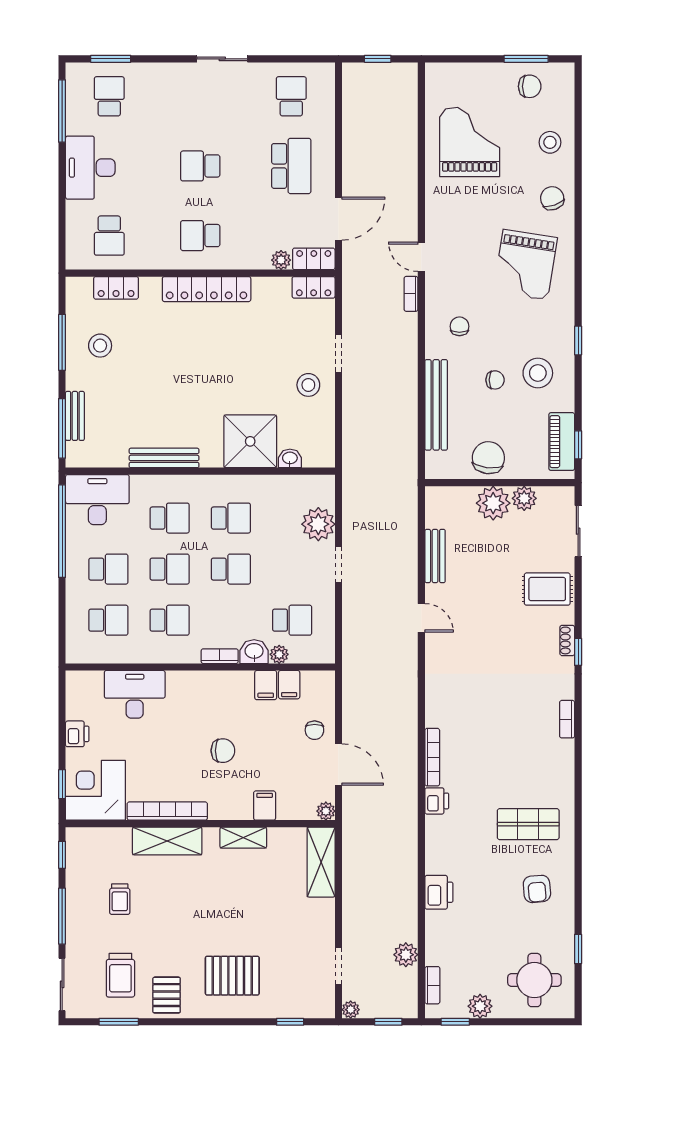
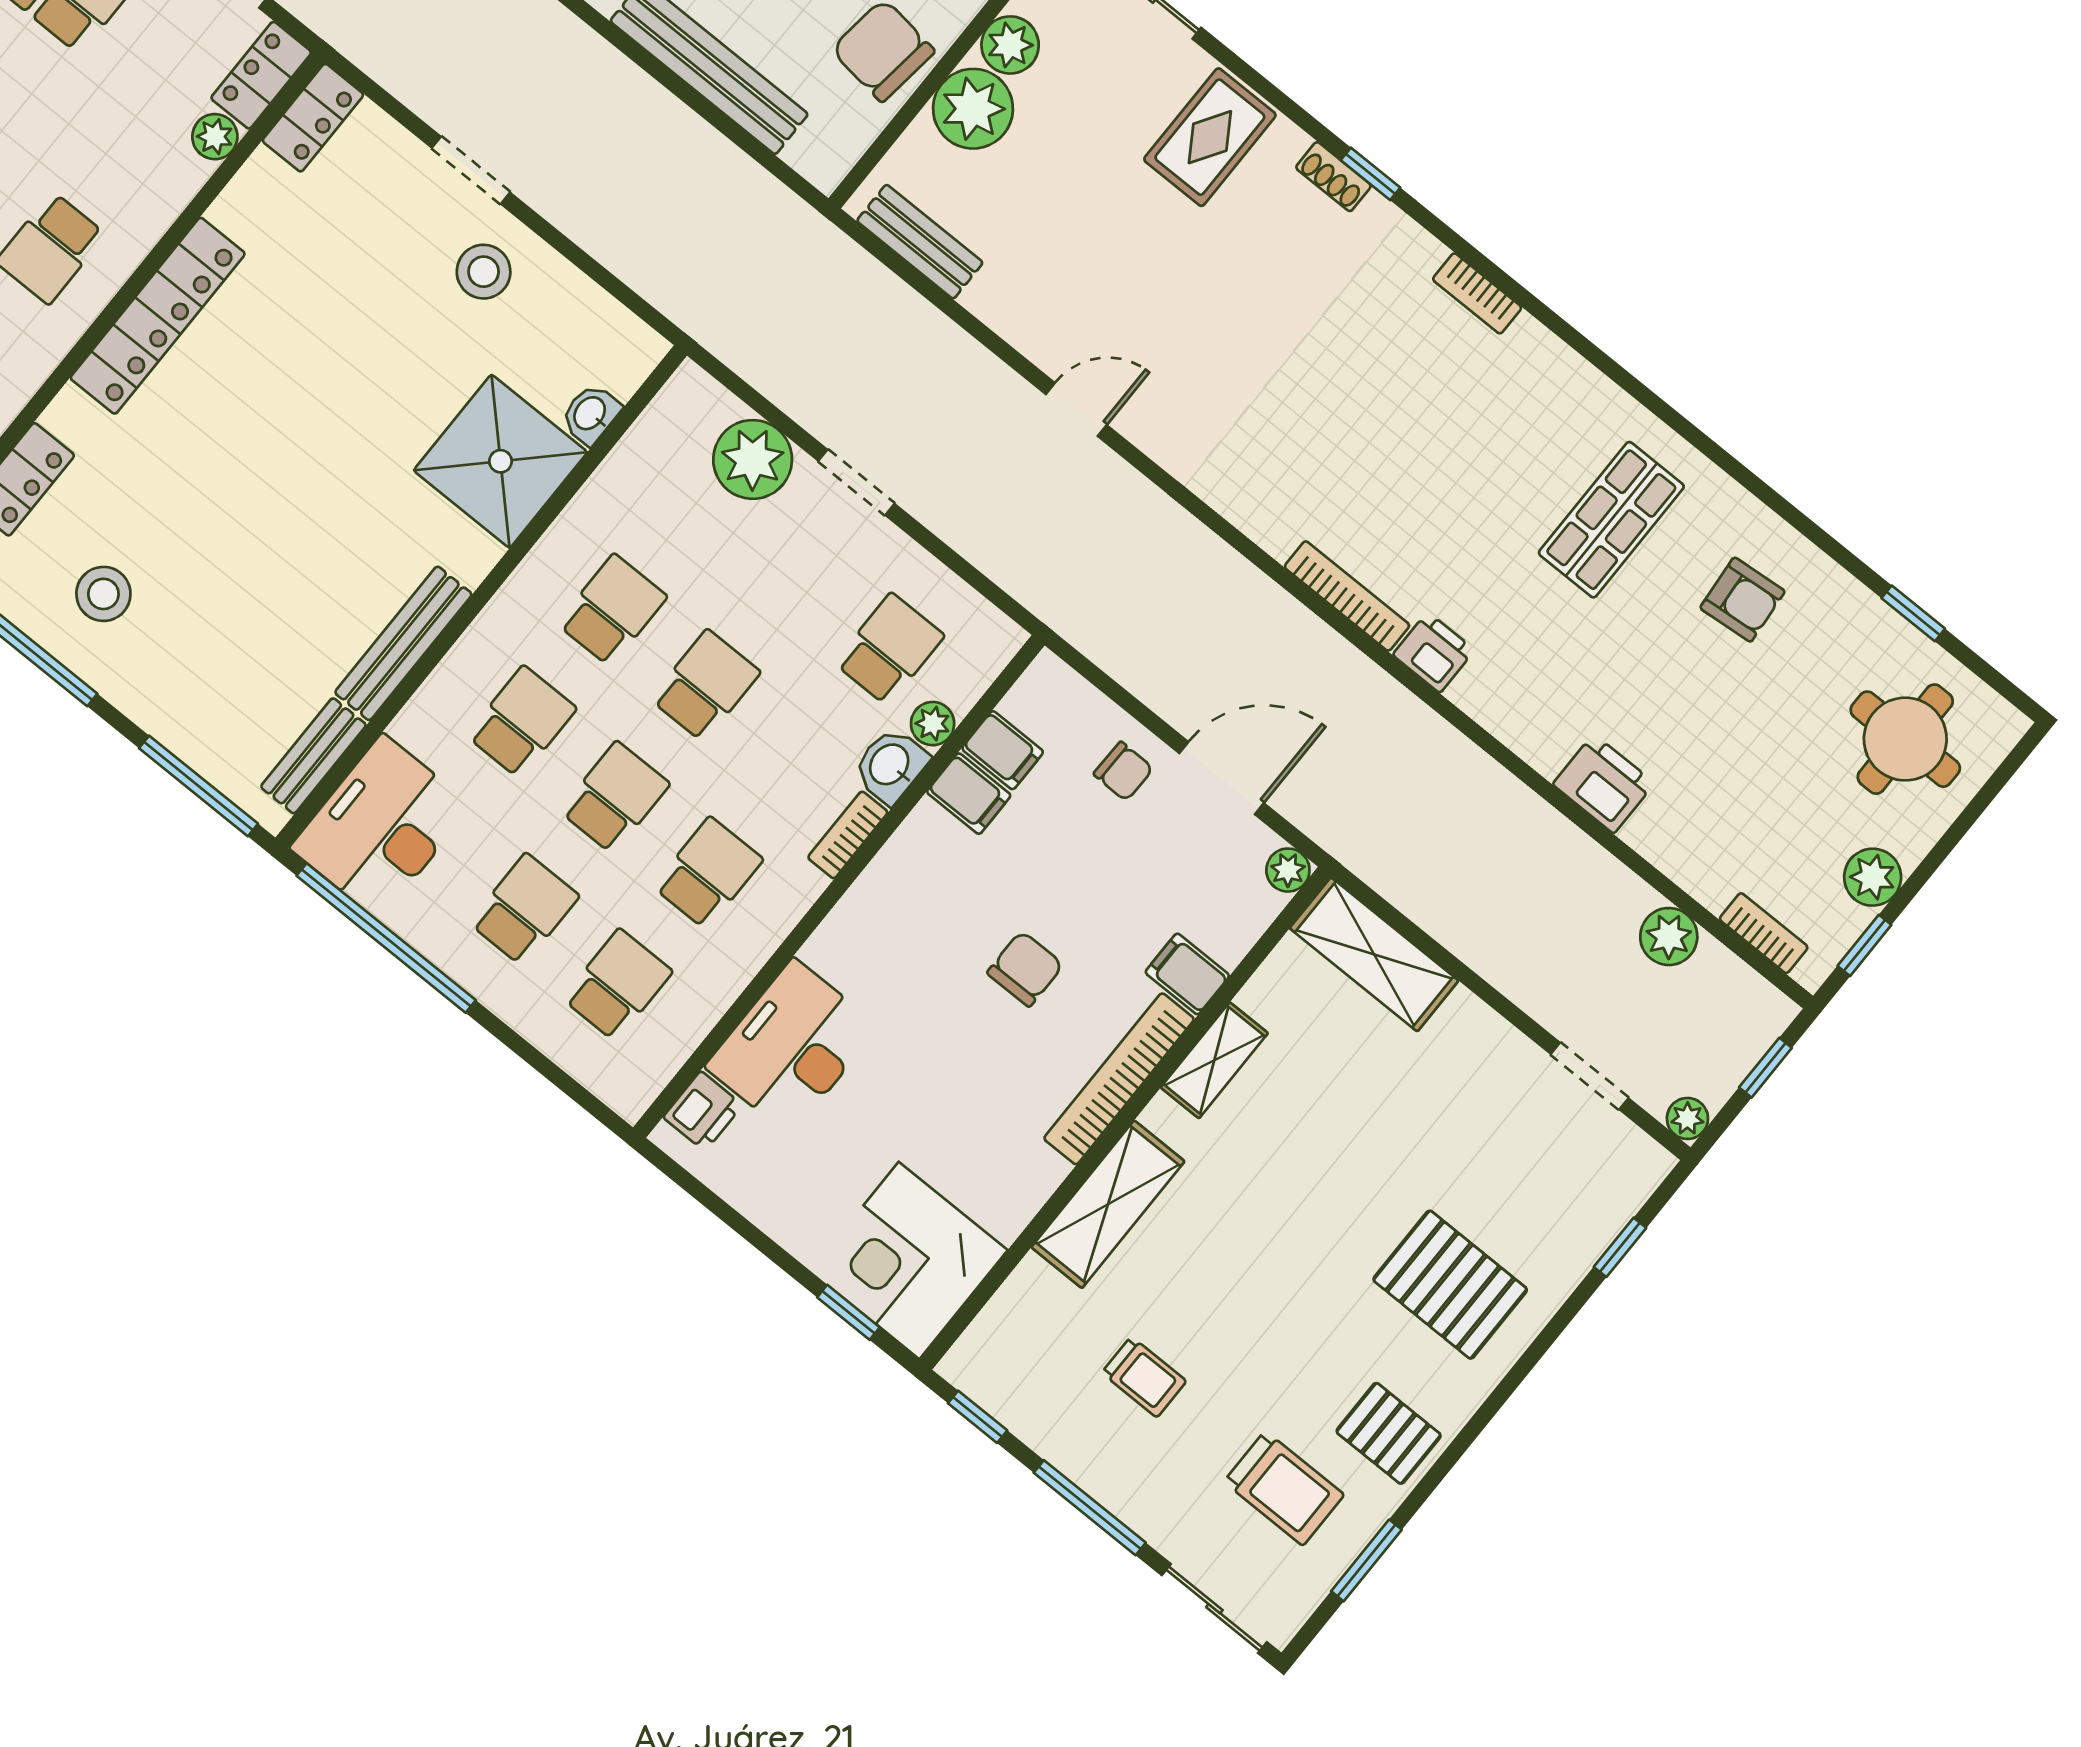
bench: (75, 416) -> (313, 756), moved, turned 90
bench: (435, 556) -> (920, 242), moved
printer: (77, 734) -> (703, 1111), moved, turned 90
bookcase: (167, 811) -> (1119, 1079), moved
pallet: (232, 976) -> (1450, 1285), turned 90

